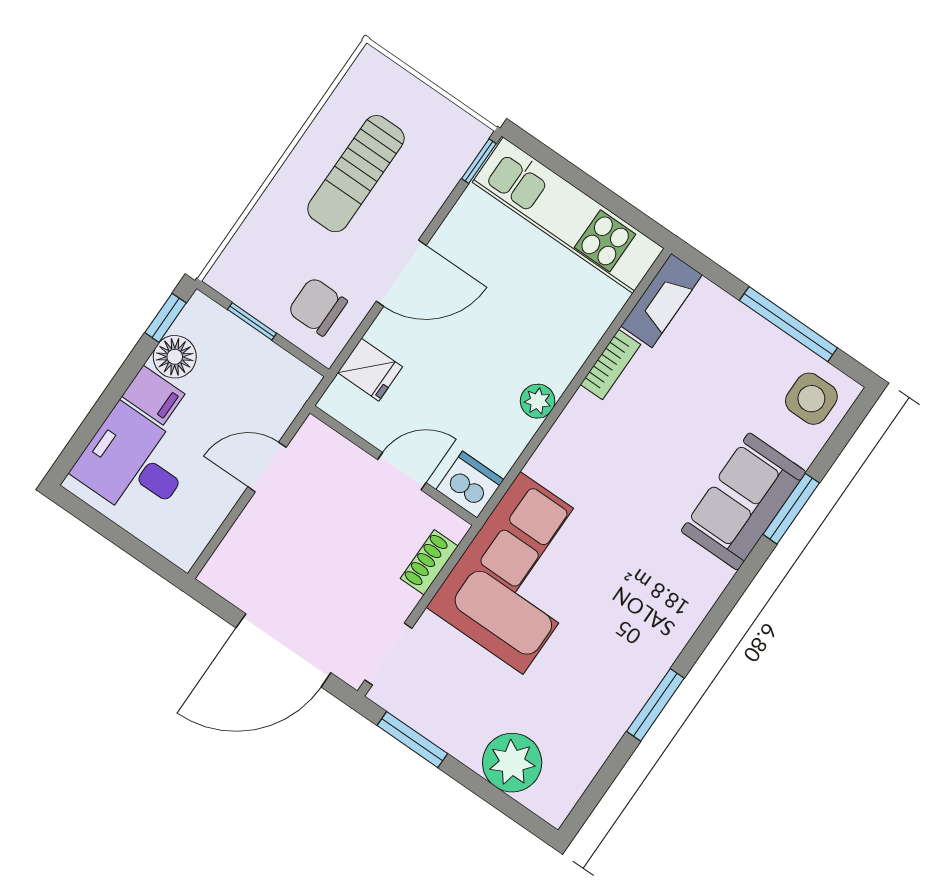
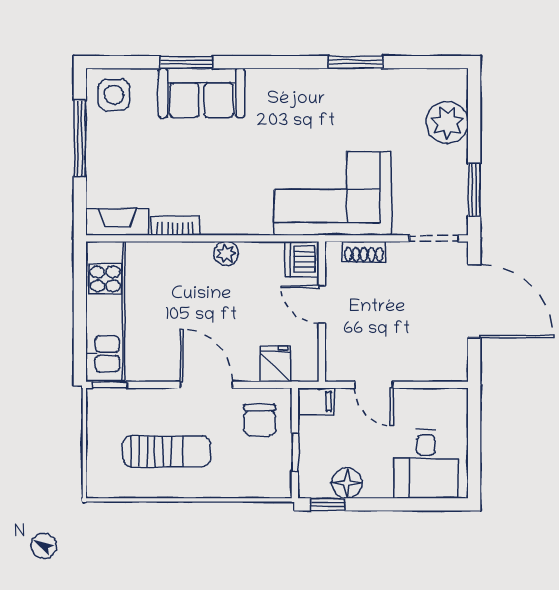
filing cabinet: (153, 395) -> (316, 401), moved, turned 90

